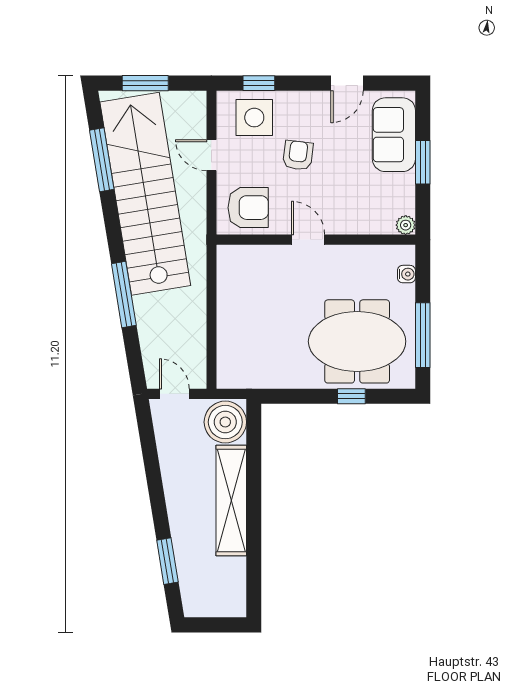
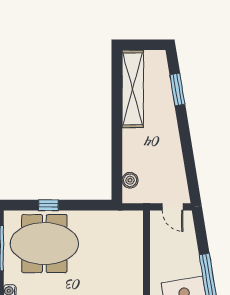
boiler: (225, 422) -> (130, 180), width x0.54, depth x0.54
shelving: (231, 500) -> (133, 89), moved

